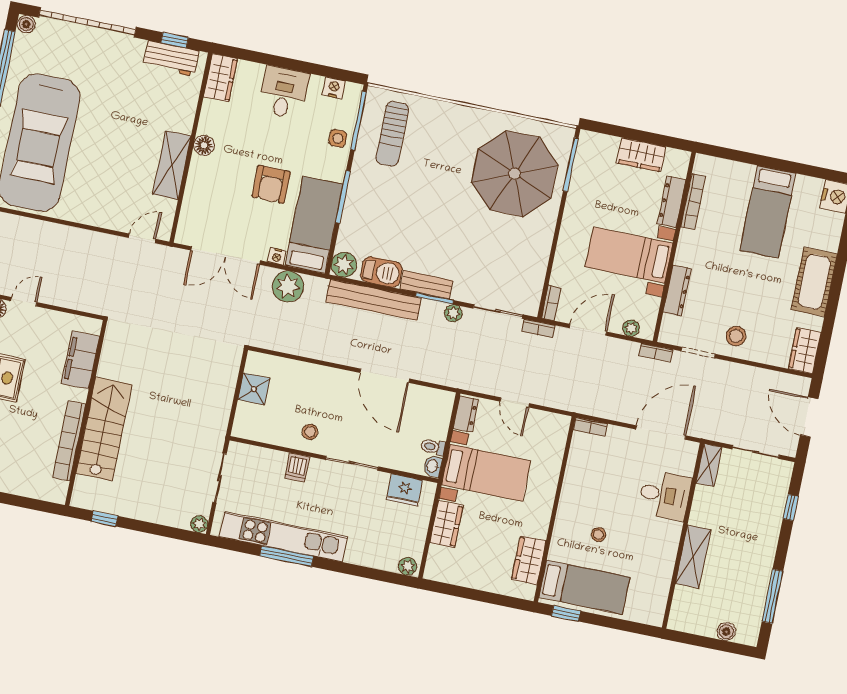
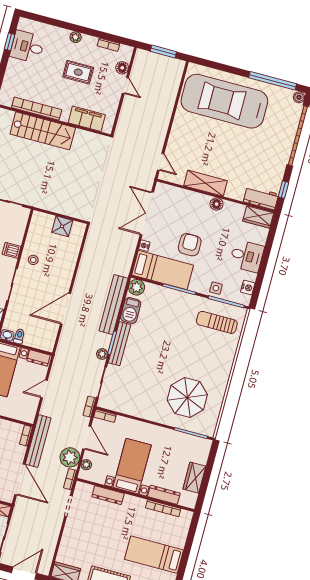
workbench: (171, 59) -> (261, 198), moved, turned 90
parasol: (515, 174) -> (187, 397), width x0.73, depth x0.73
armchair: (271, 184) -> (190, 245), turned 90
bench: (426, 285) -> (119, 344), width x1.36
plant: (288, 286) -> (70, 457), moved
stool: (736, 336) -> (77, 530), removed
bench: (598, 407) -> (38, 441), added

